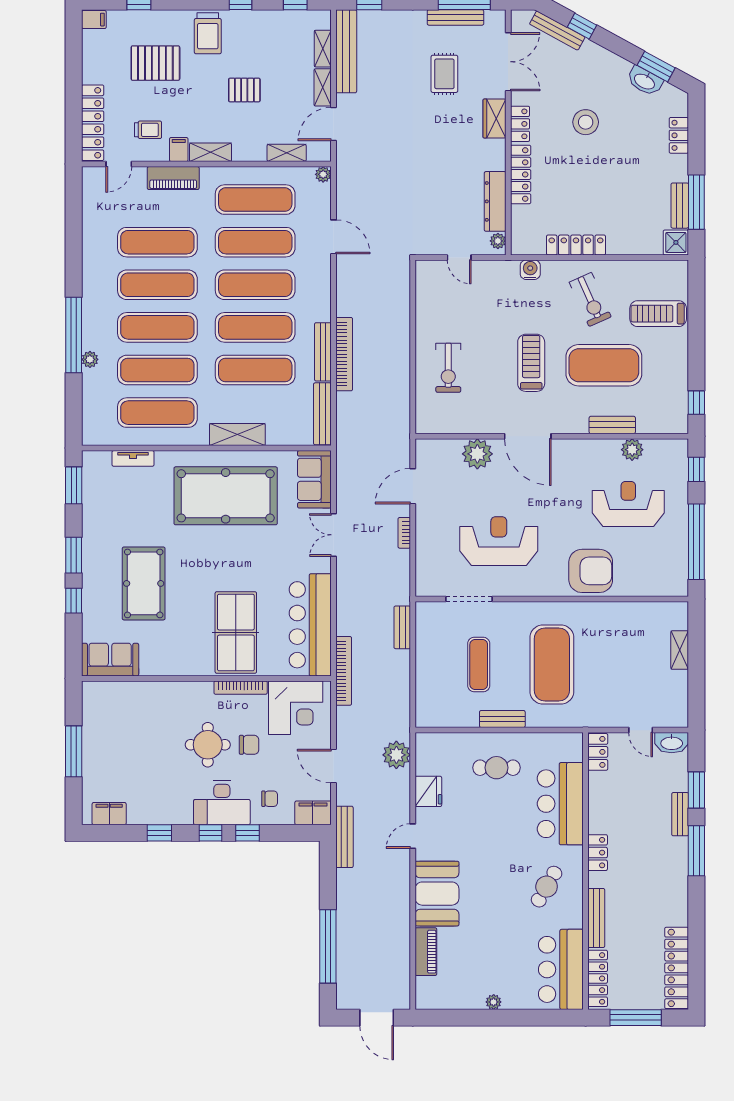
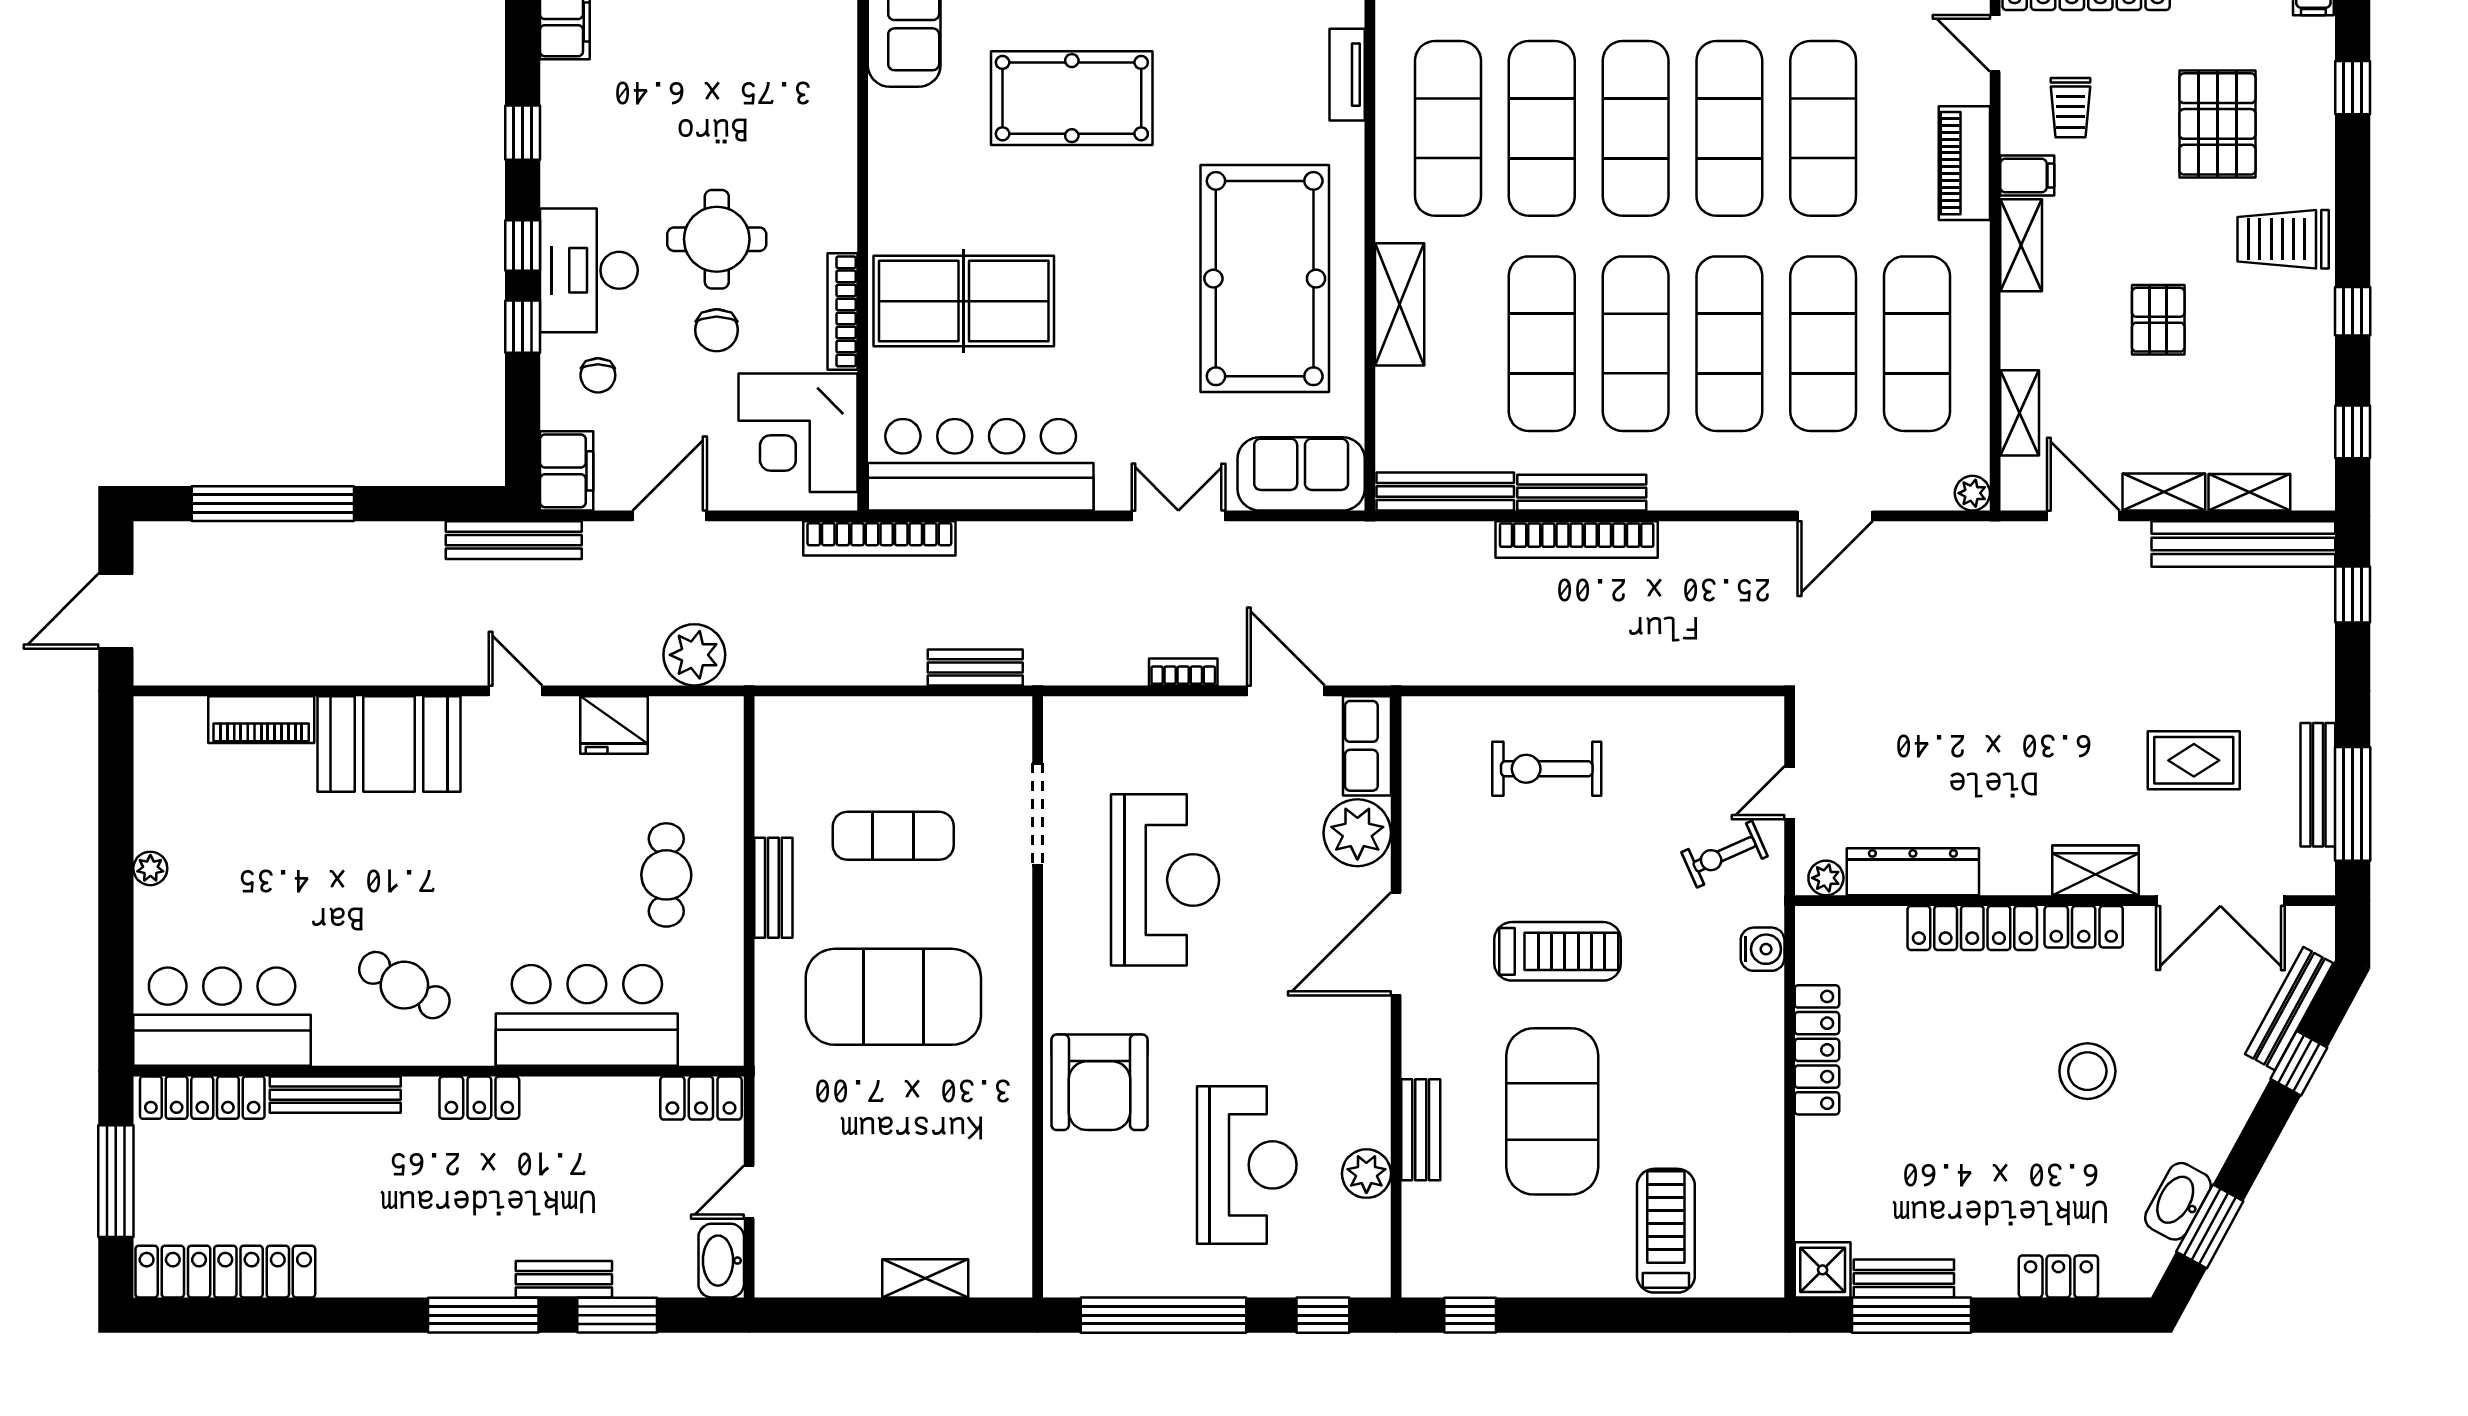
exercise bike: (590, 299) -> (1724, 854), moved, width x0.73, depth x0.72
row of seats: (438, 449) -> (1367, 746), added

